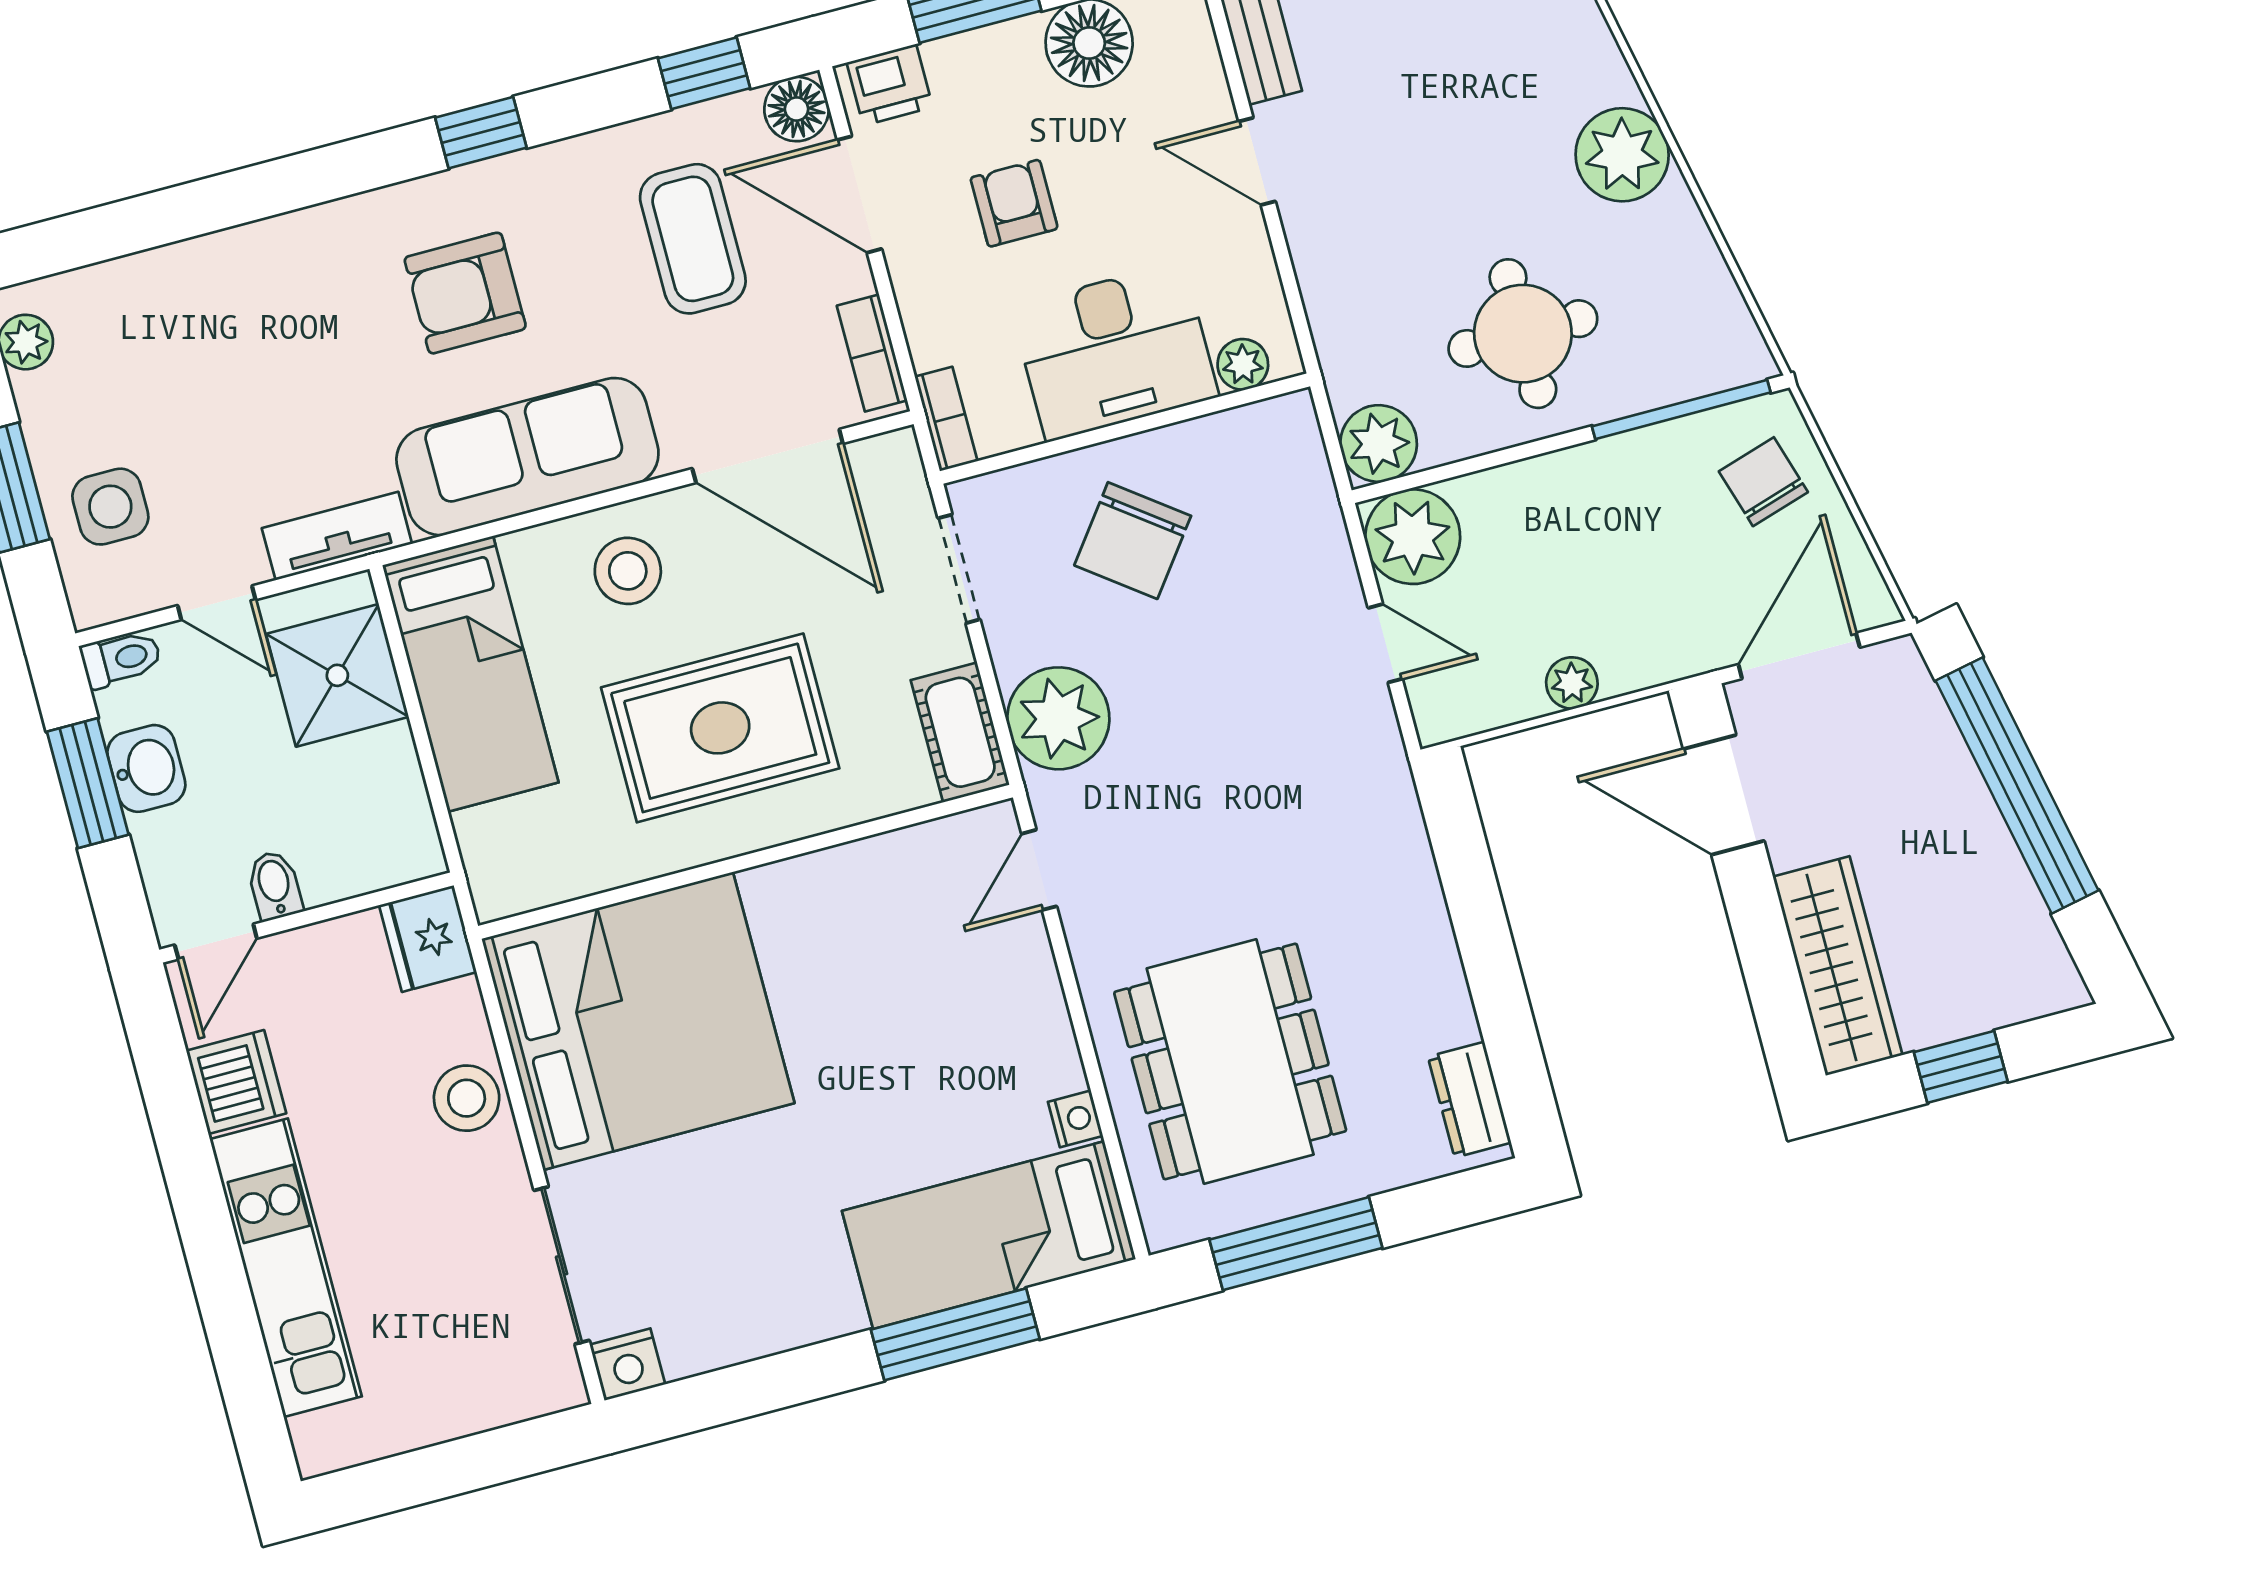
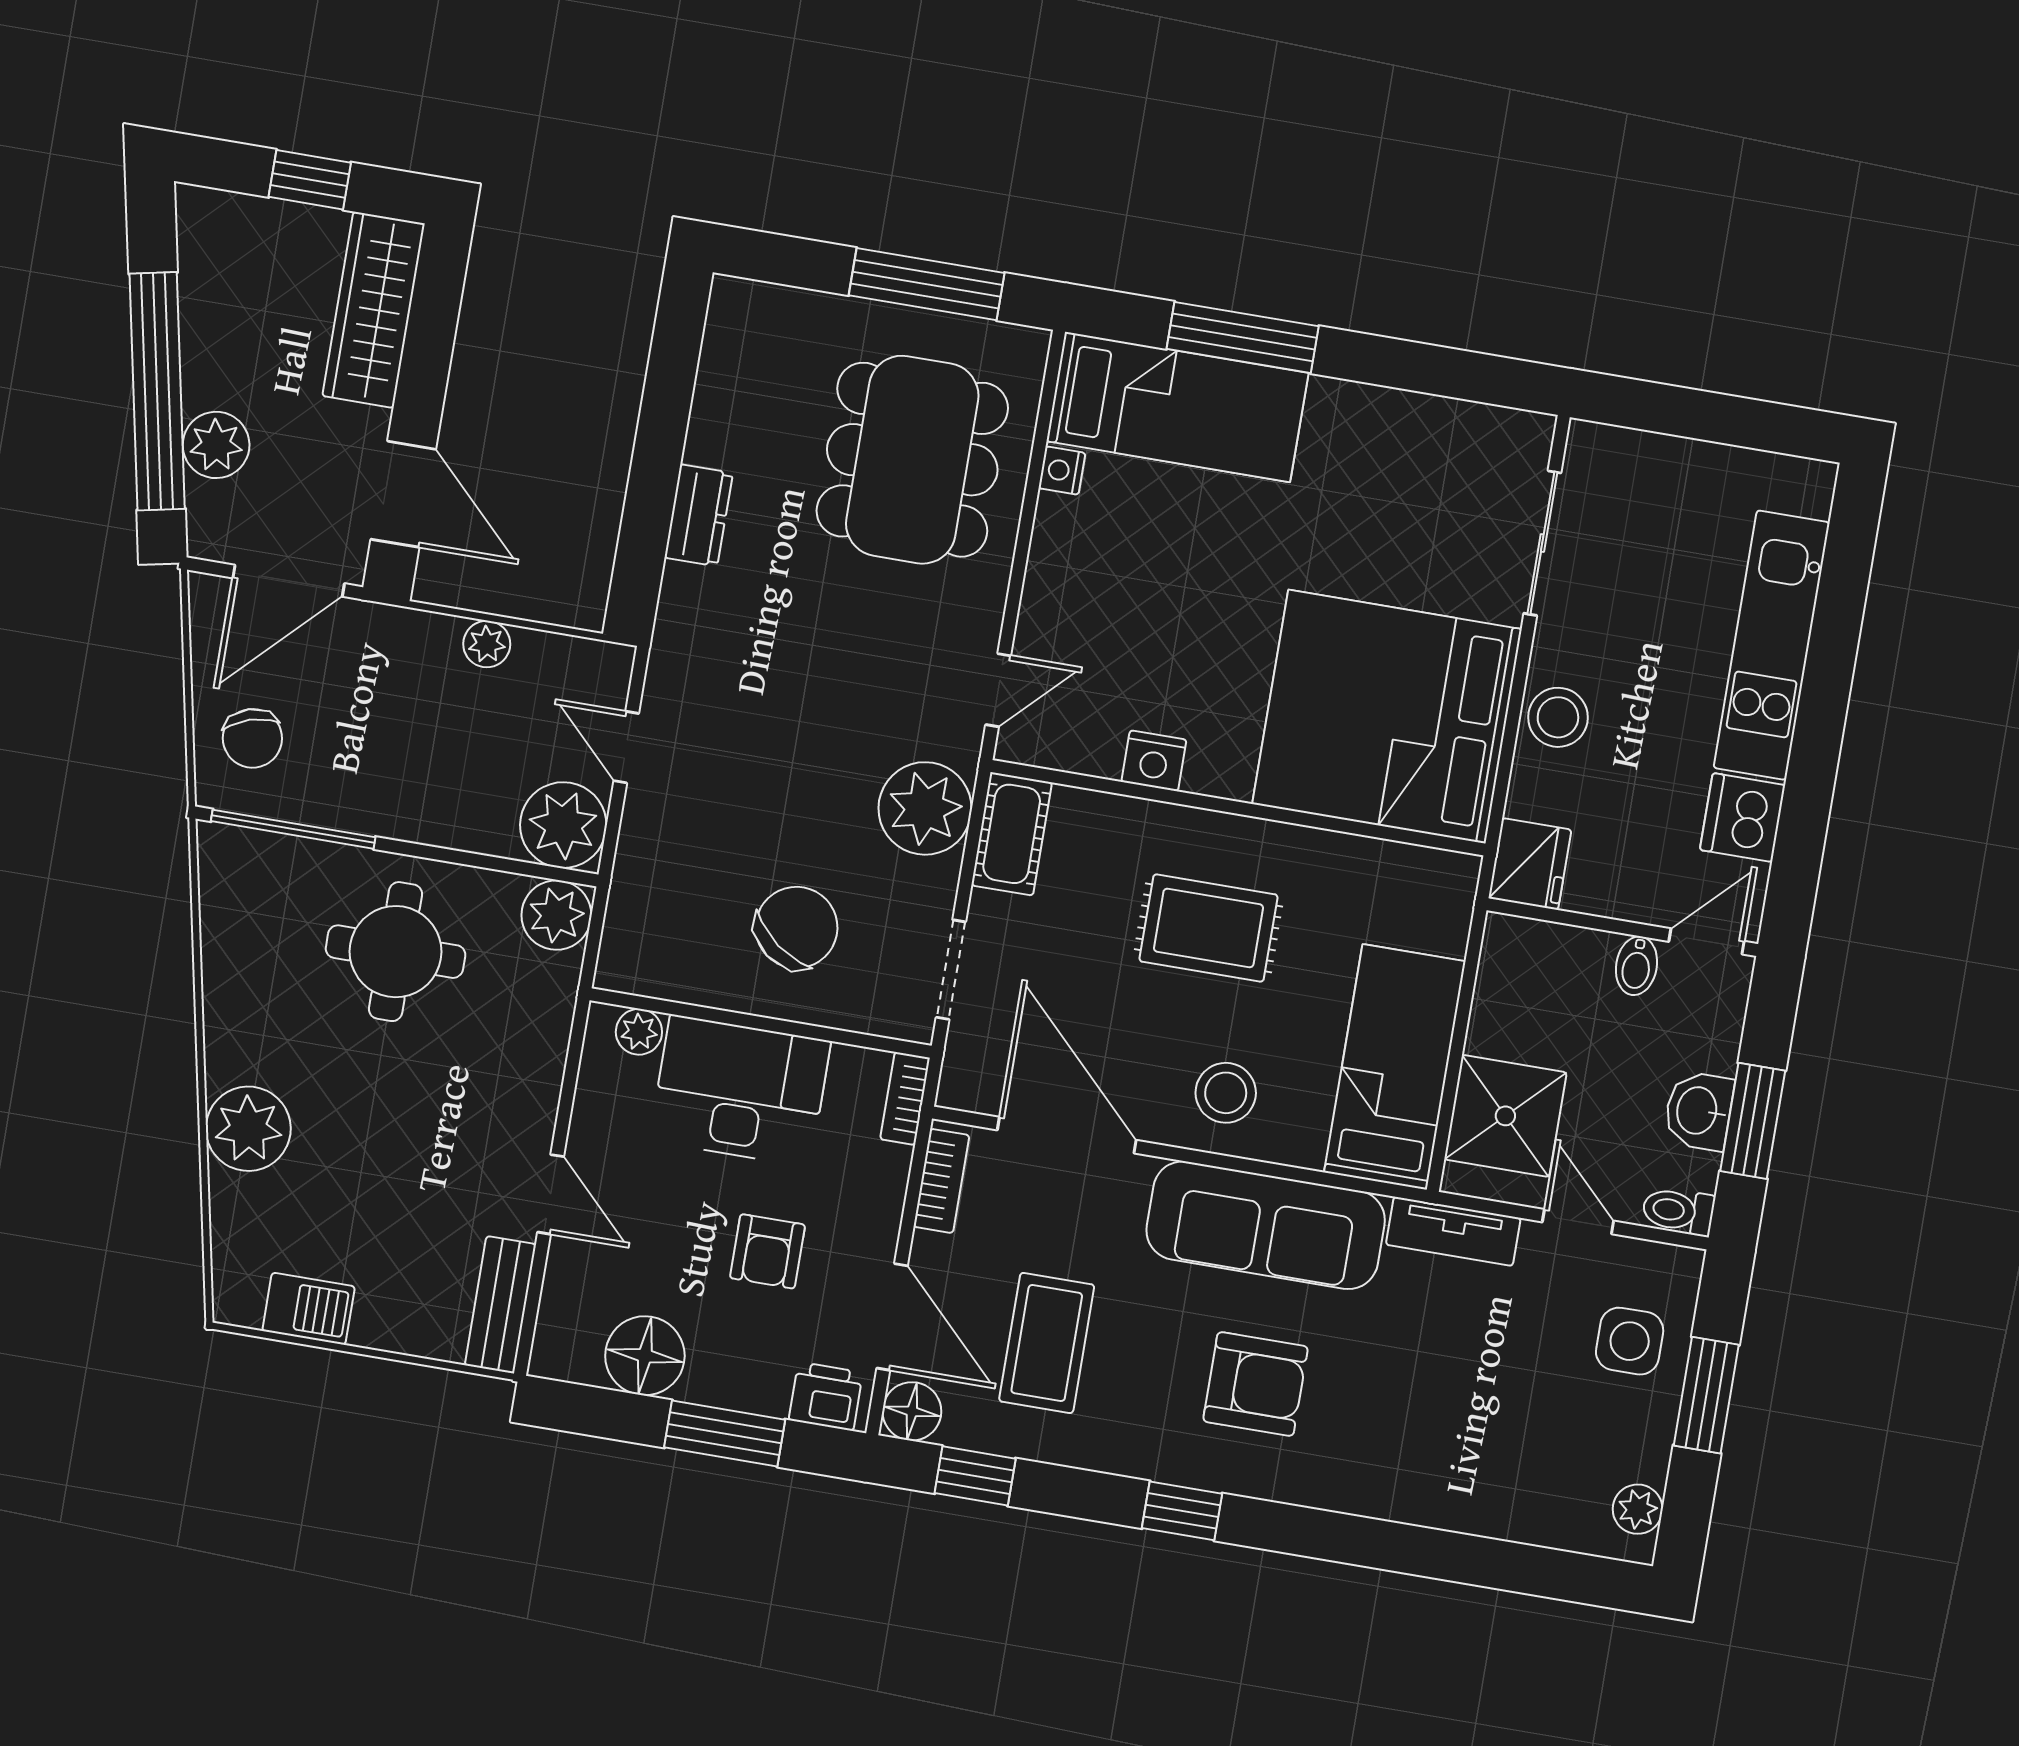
plant: (1622, 155) -> (248, 1129), moved
rug: (720, 728) -> (1208, 928), width x0.73, depth x0.70
plant: (1934, 759) -> (216, 445), added
dresser: (1470, 1100) -> (699, 515), moved
nightstand: (627, 1364) -> (1154, 761), moved, turned 180

